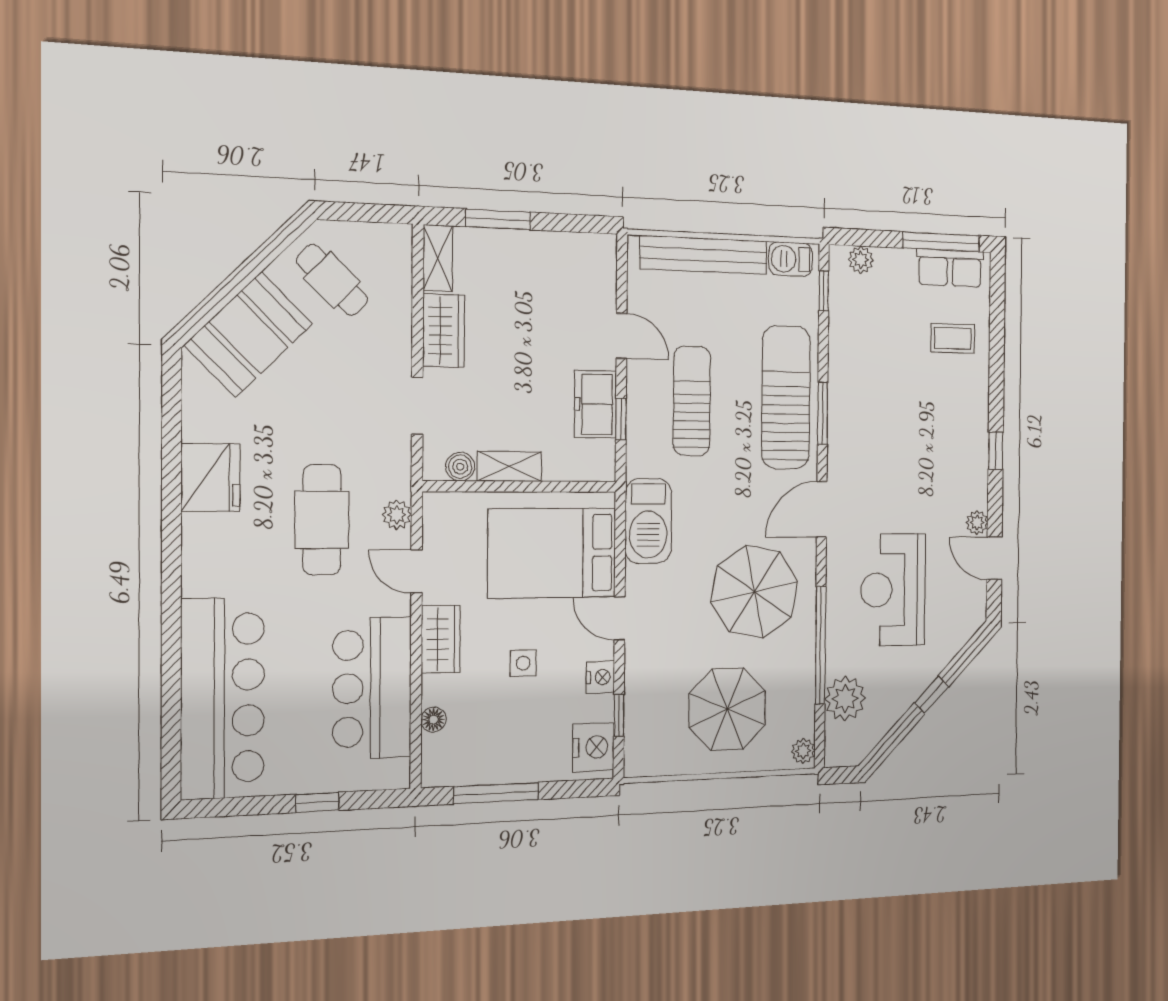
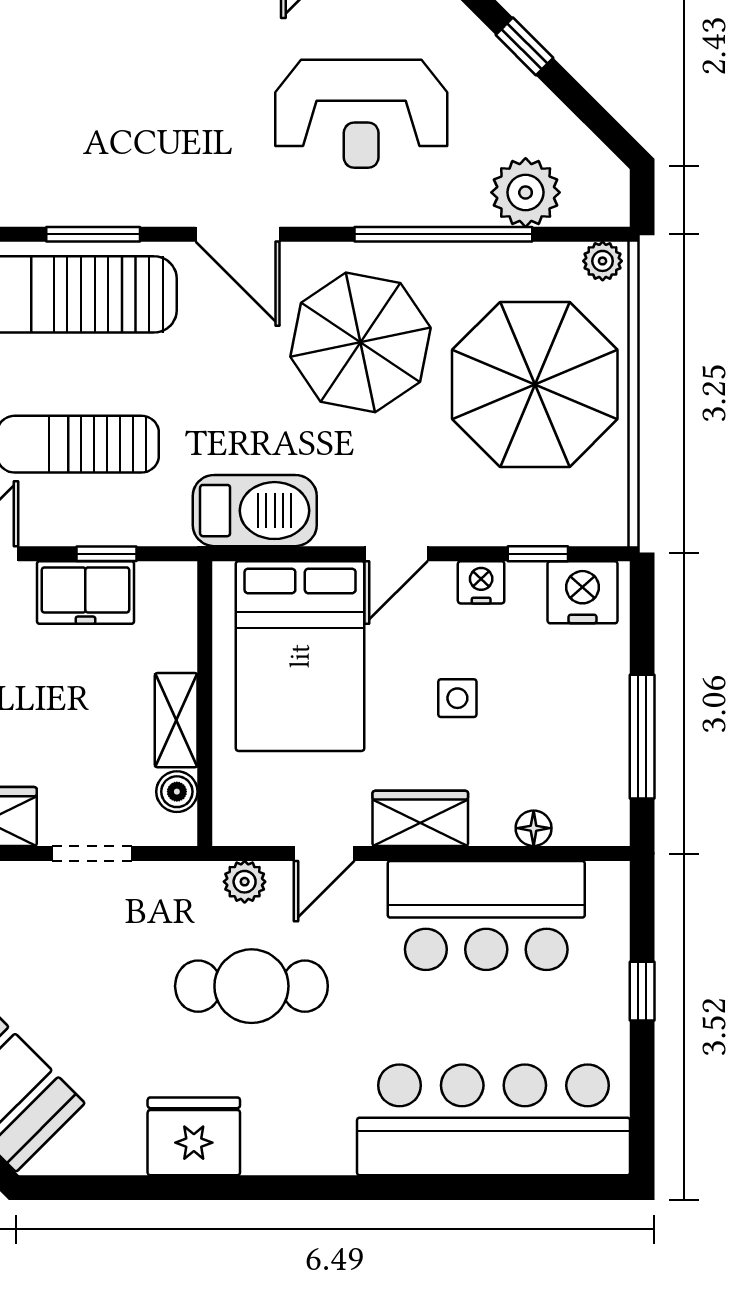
parasol: (727, 709) -> (535, 384), width x1.36, depth x1.36

